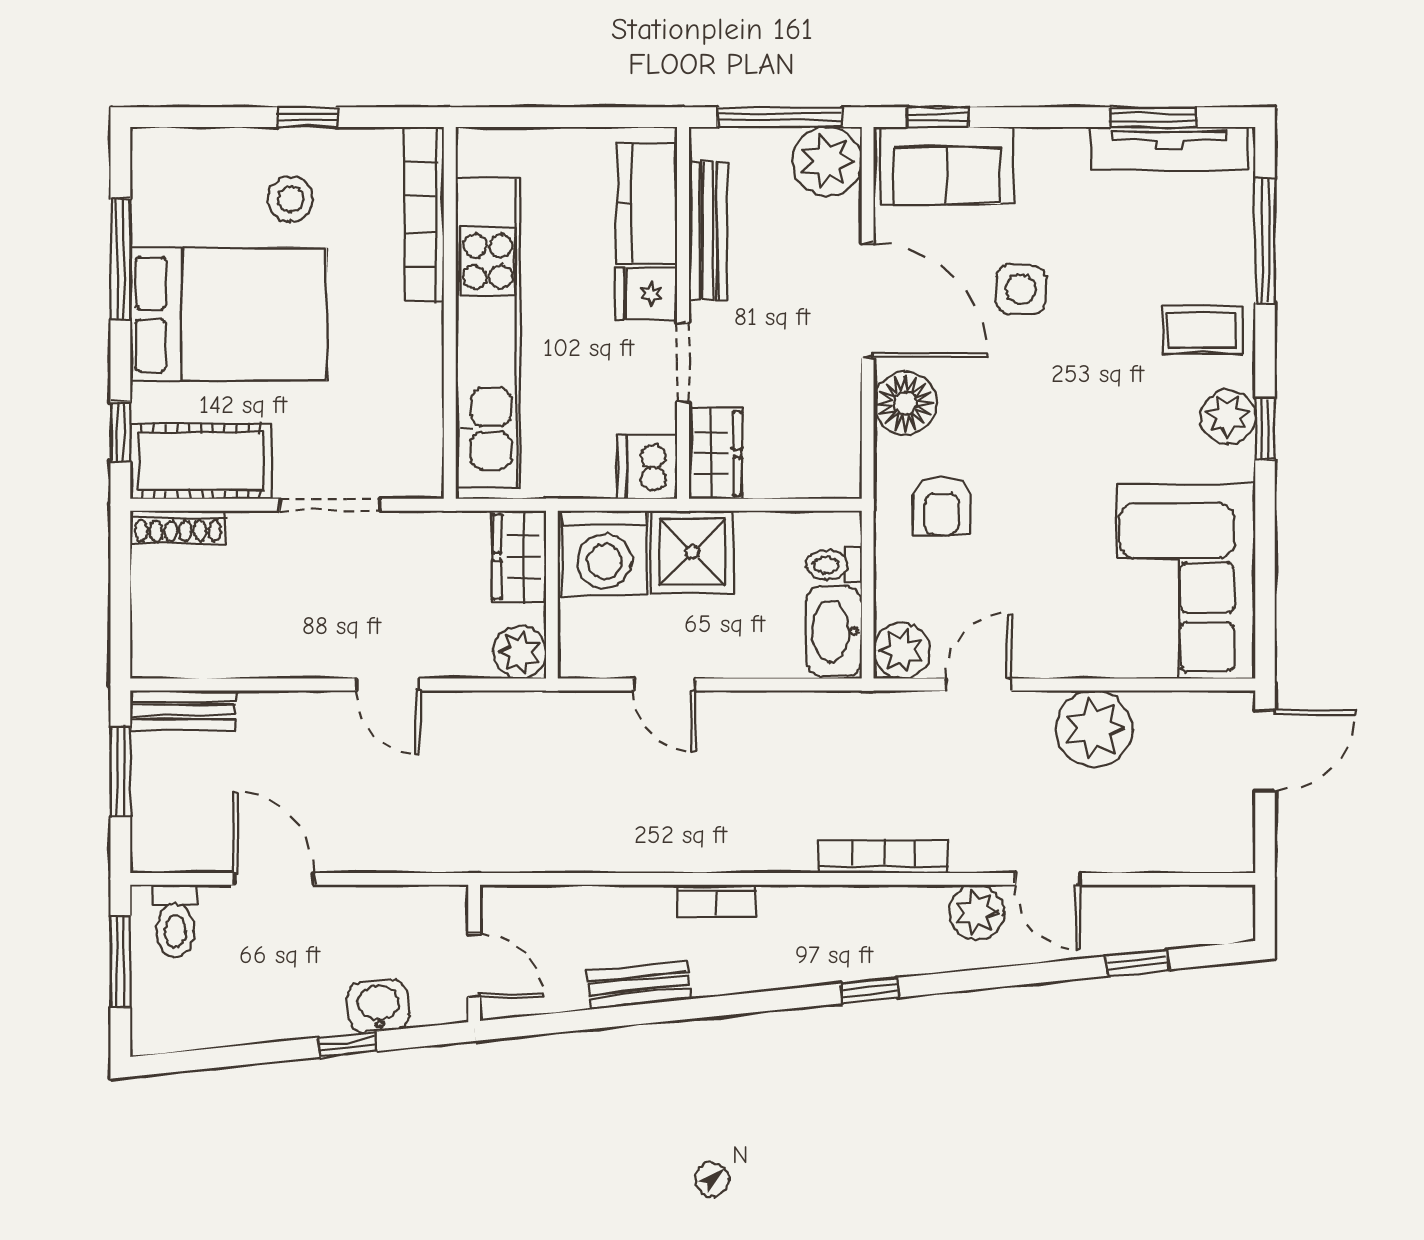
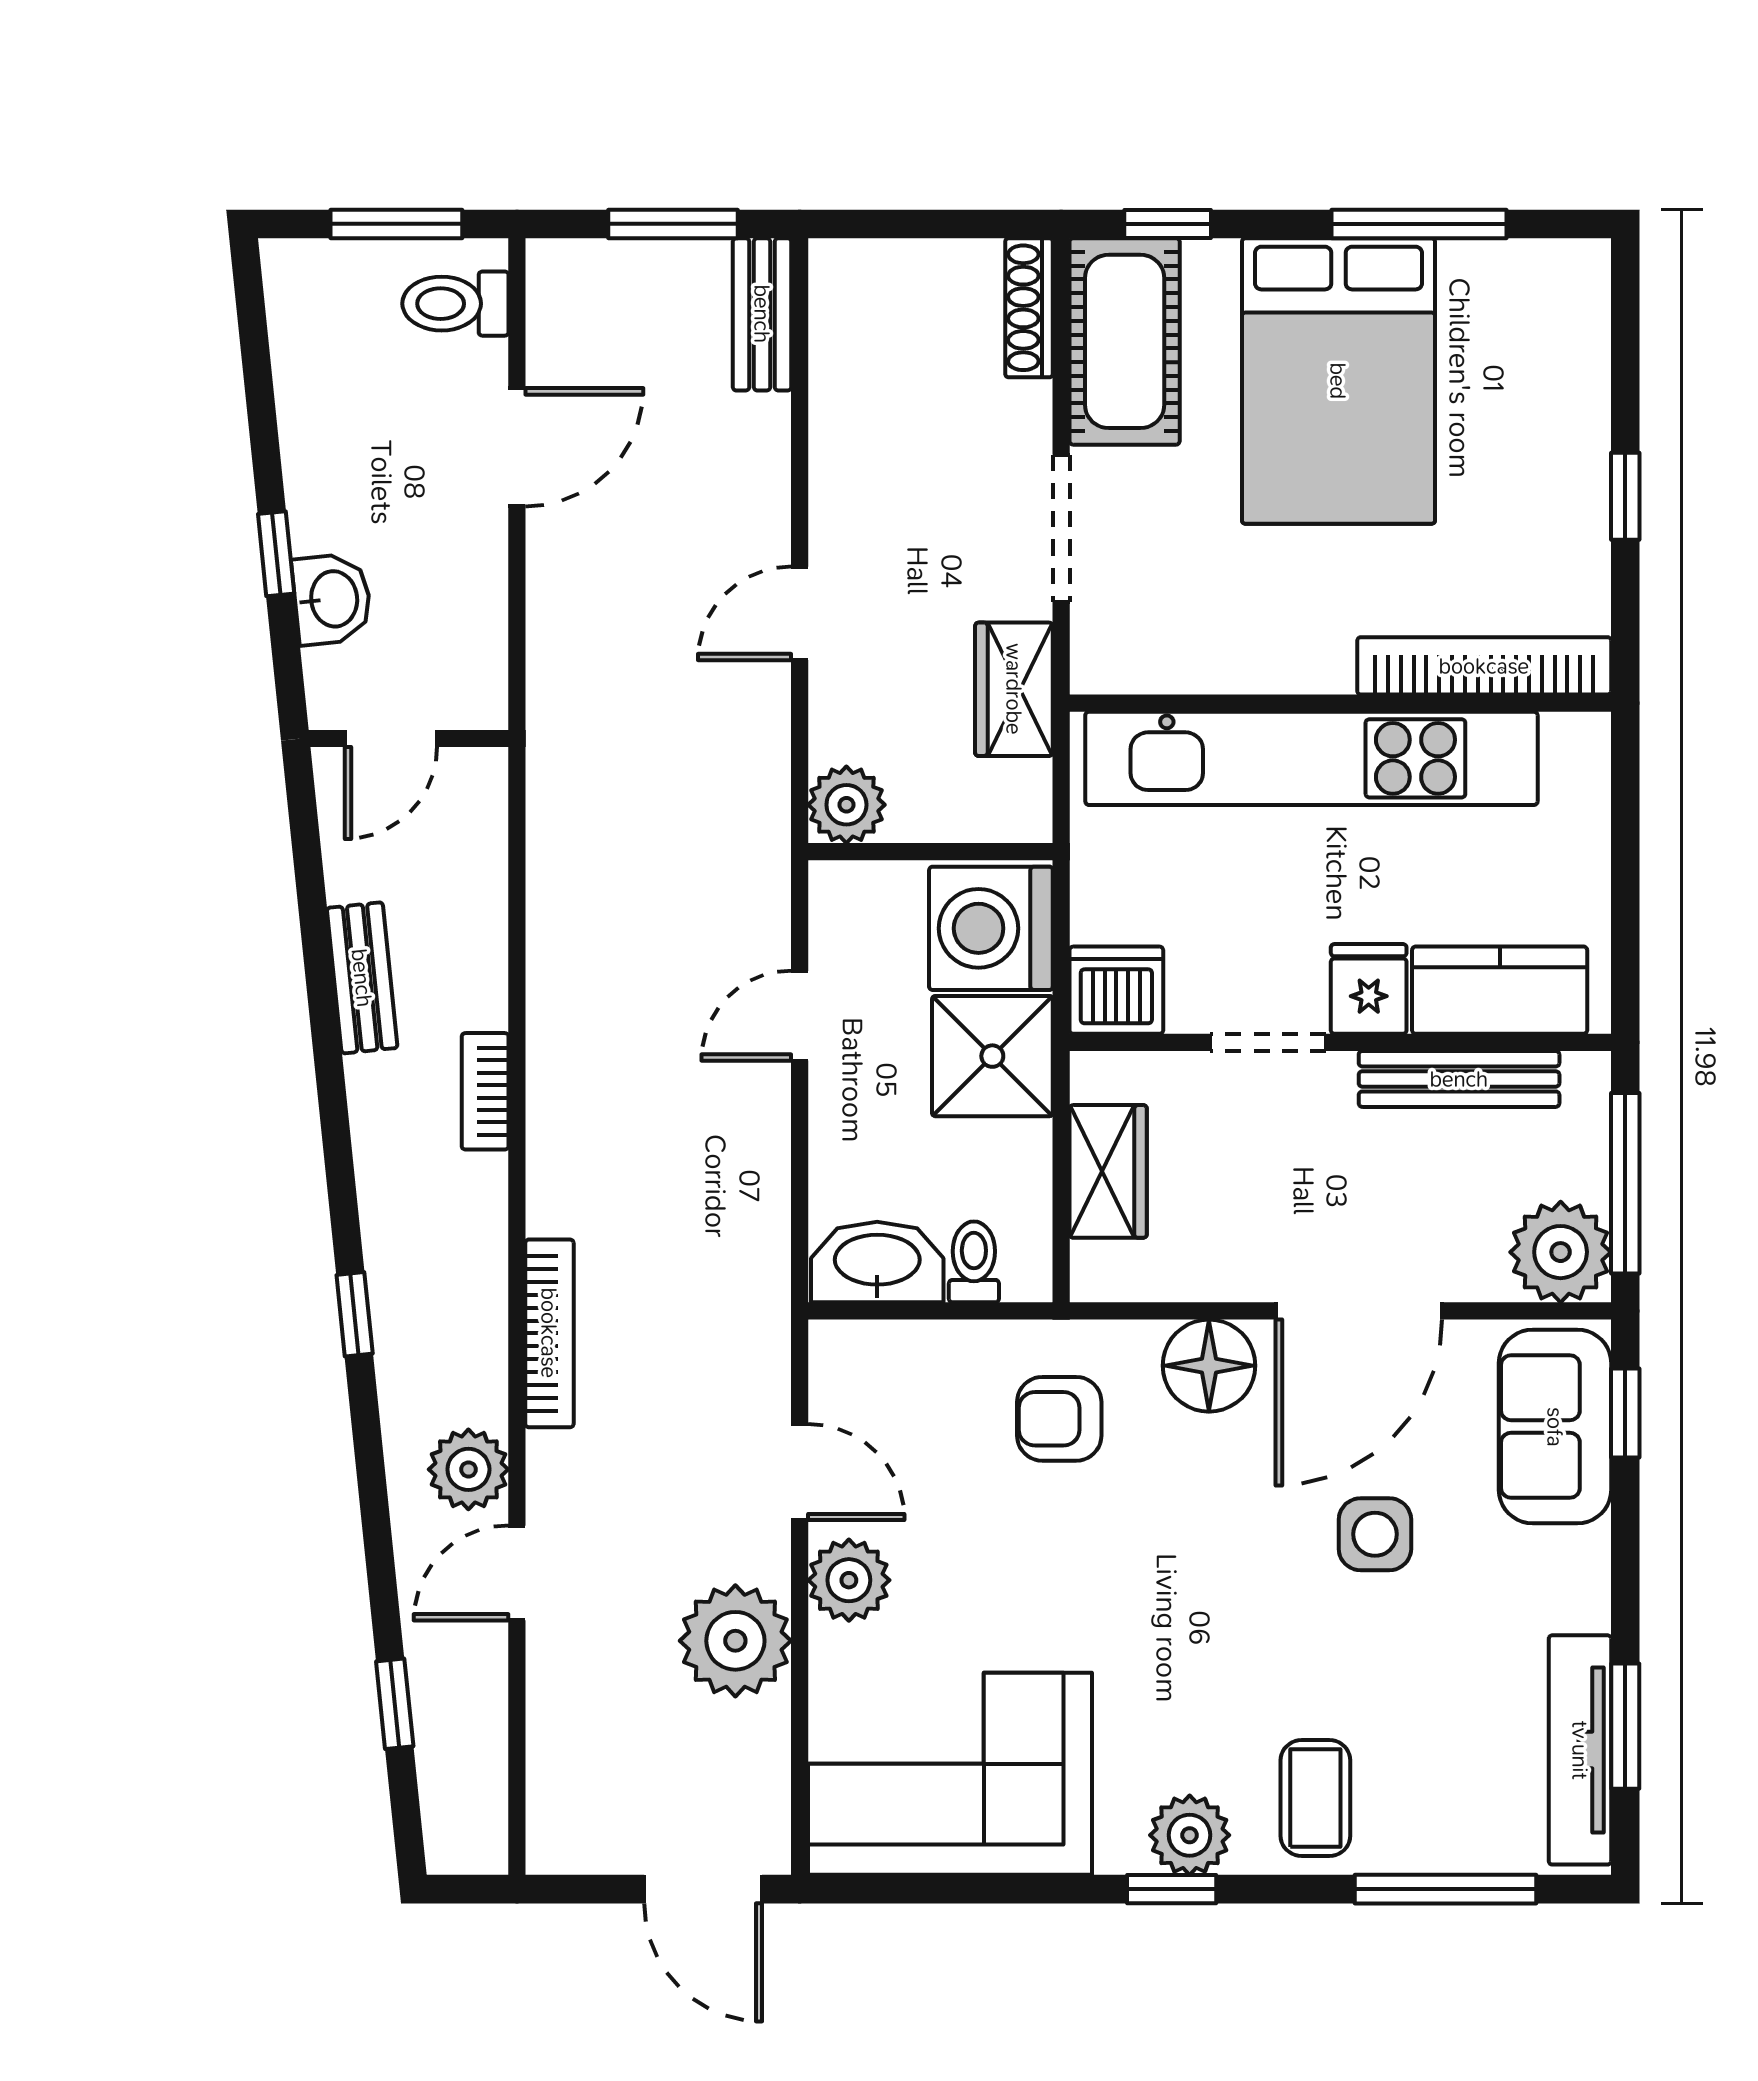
stool: (291, 199) -> (1506, 471), removed
wardrobe: (715, 453) -> (1108, 1171), moved, turned -90
wardrobe: (519, 557) -> (1014, 689), moved, turned -90
plant: (902, 651) -> (849, 1580), moved

